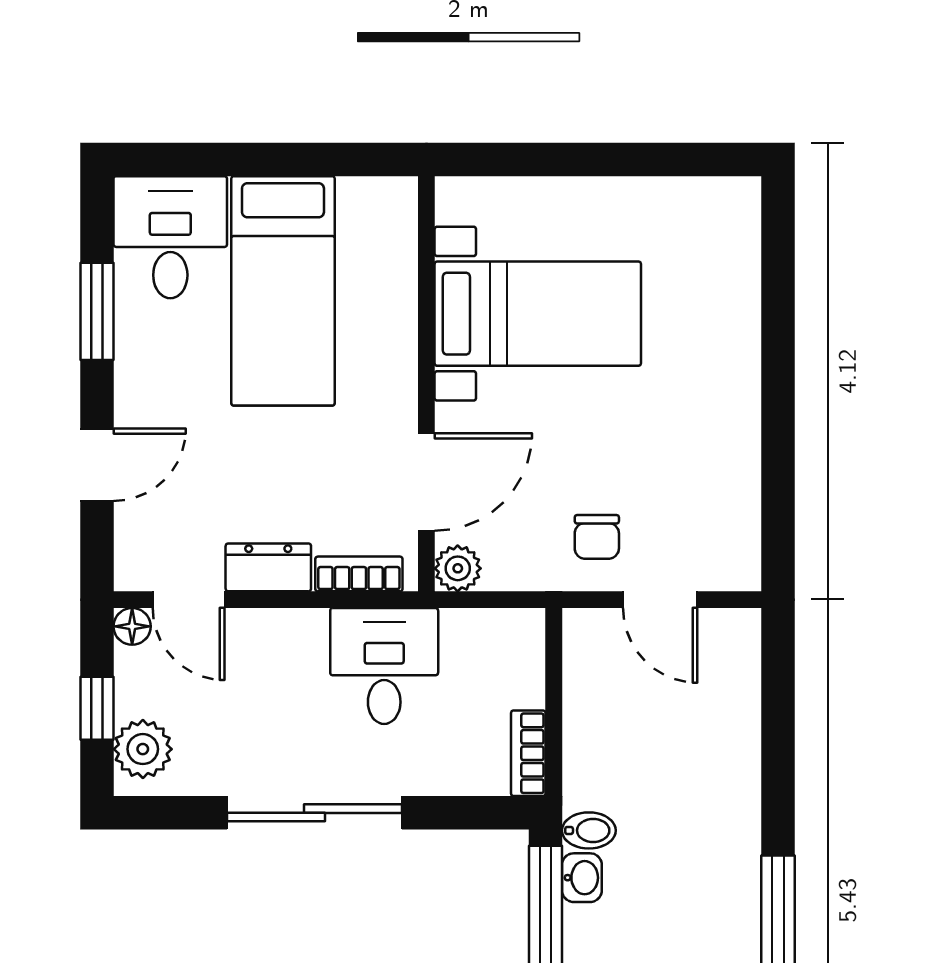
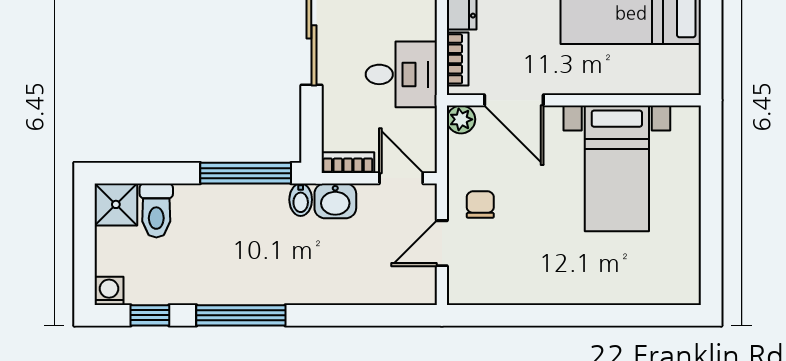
chair: (597, 537) -> (480, 205), turned 90
door: (554, 666) -> (401, 178), added
washbasin: (582, 878) -> (335, 201), moved, width x1.38, depth x1.45

